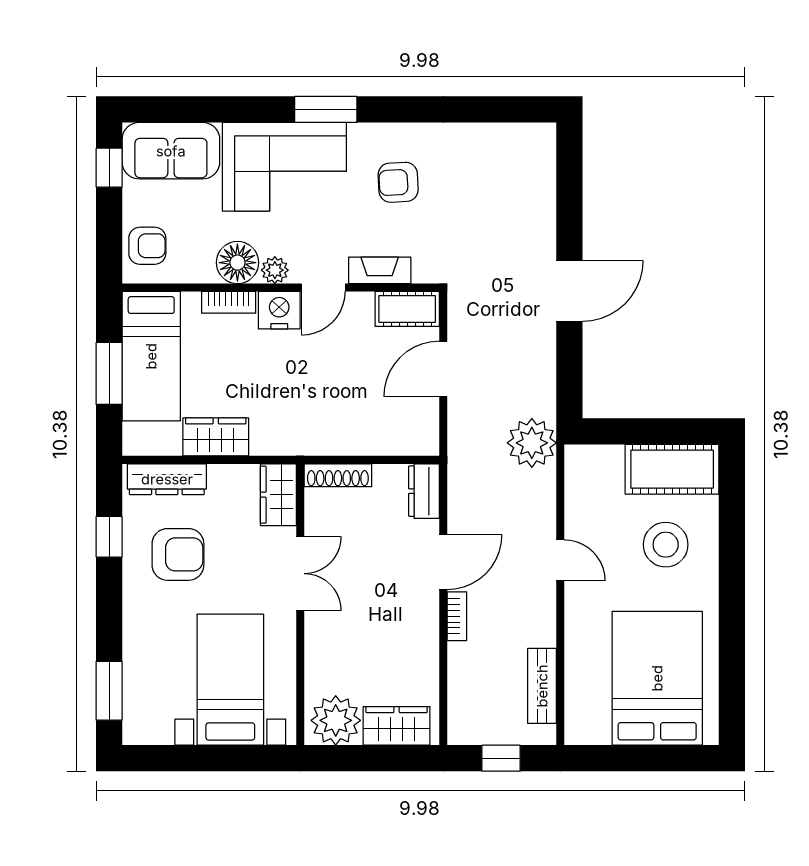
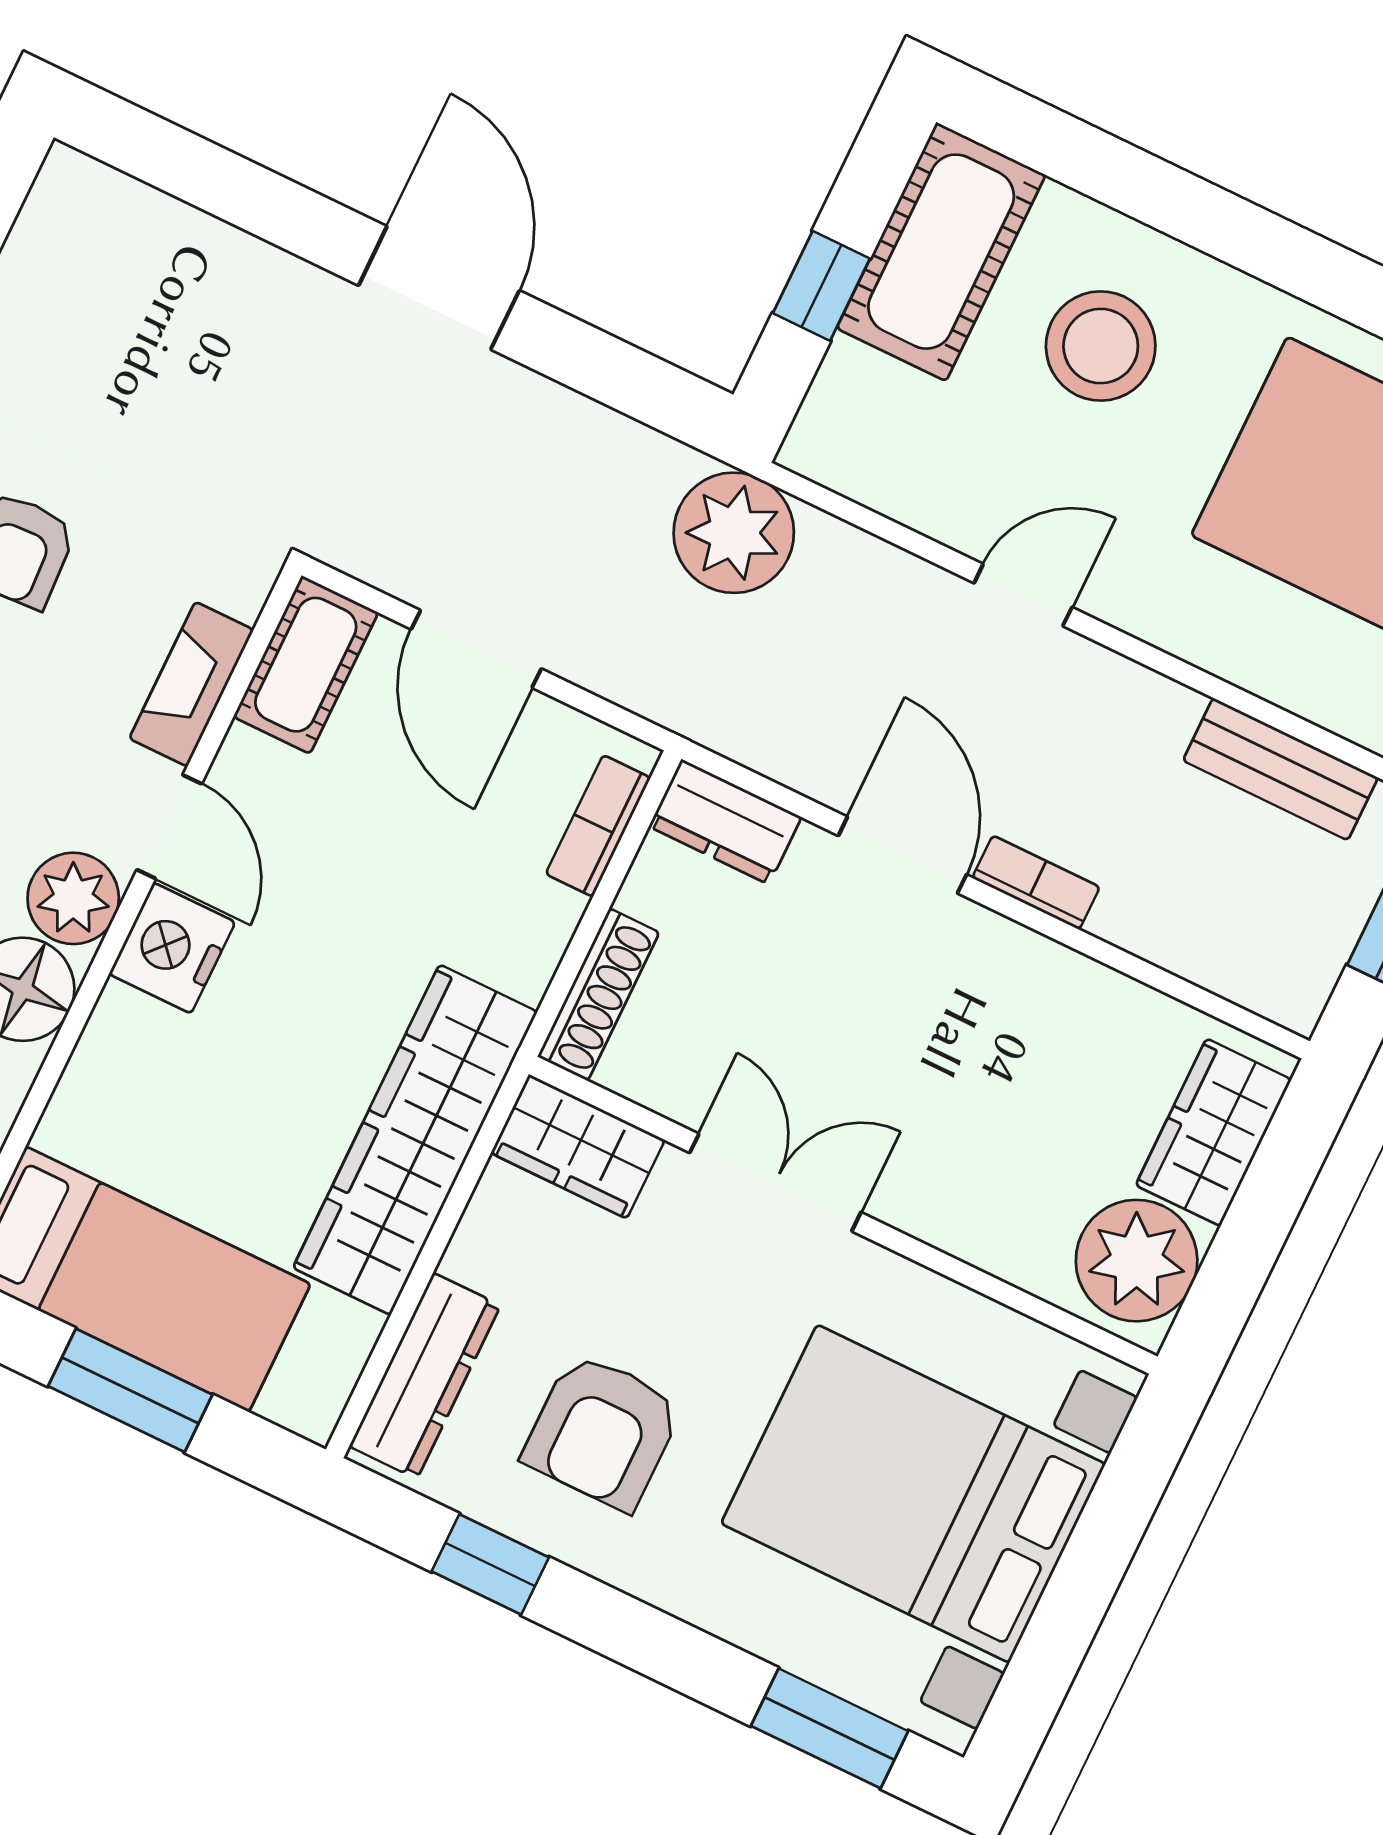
plant: (275, 270) -> (73, 898), width x1.38, depth x1.38
bookcase: (229, 302) -> (598, 826), moved, turned 180
window: (638, 431) -> (821, 286), added
wardrobe: (216, 437) -> (415, 1140), width x2.10, depth x1.17
armchair: (178, 554) -> (603, 1431), turned 180
bed with nightstands: (230, 680) -> (913, 1494), width x1.36

